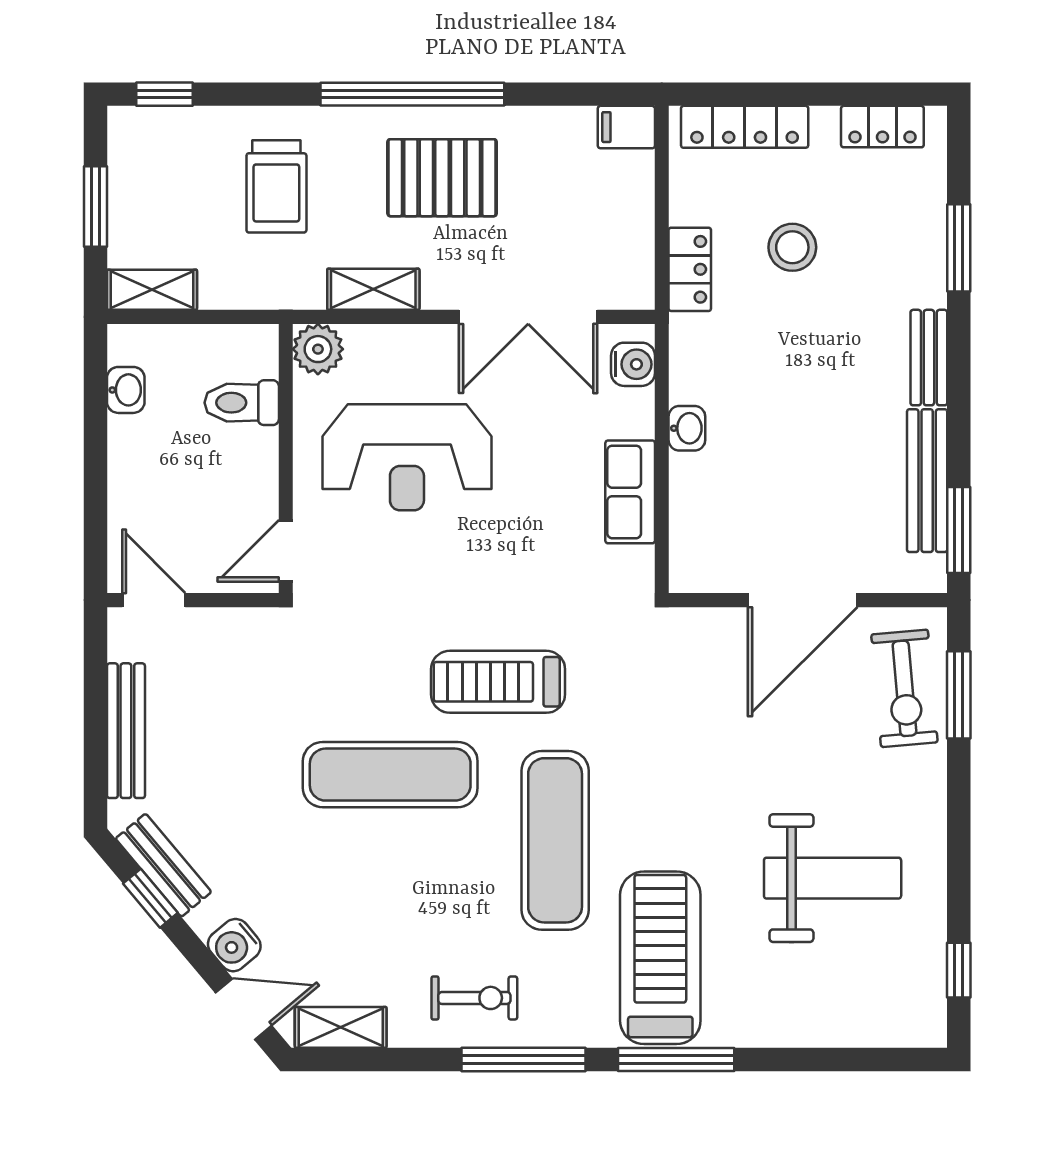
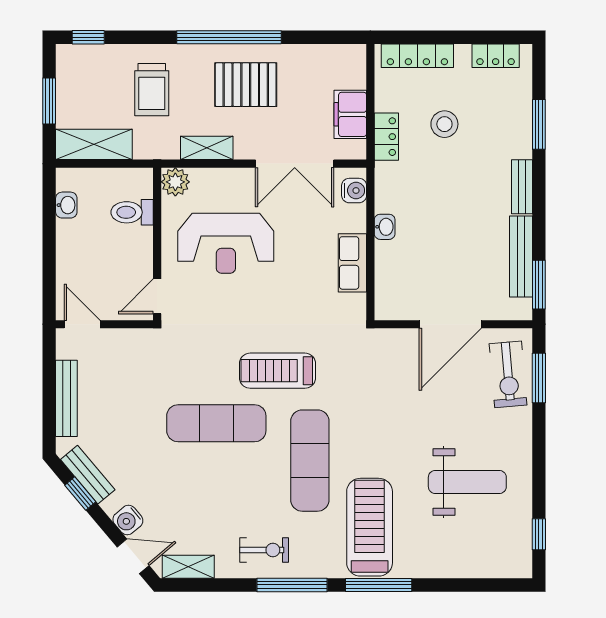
filing cabinet: (626, 127) -> (350, 114), moved, width x2.00
shelving: (152, 290) -> (94, 144), width x1.50, depth x1.33

